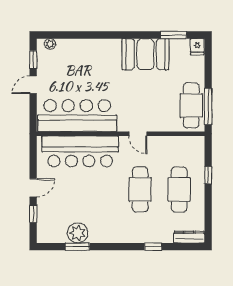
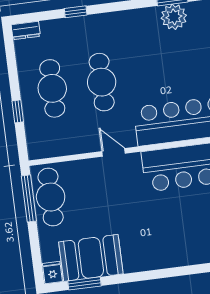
booth: (145, 54) -> (91, 258), moved
dresser: (189, 237) -> (26, 30), width x0.70

